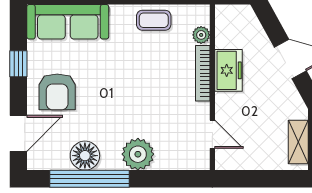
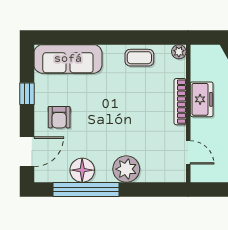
plant: (201, 35) -> (179, 52), moved
armchair: (57, 92) -> (59, 117), width x0.72, depth x0.72

